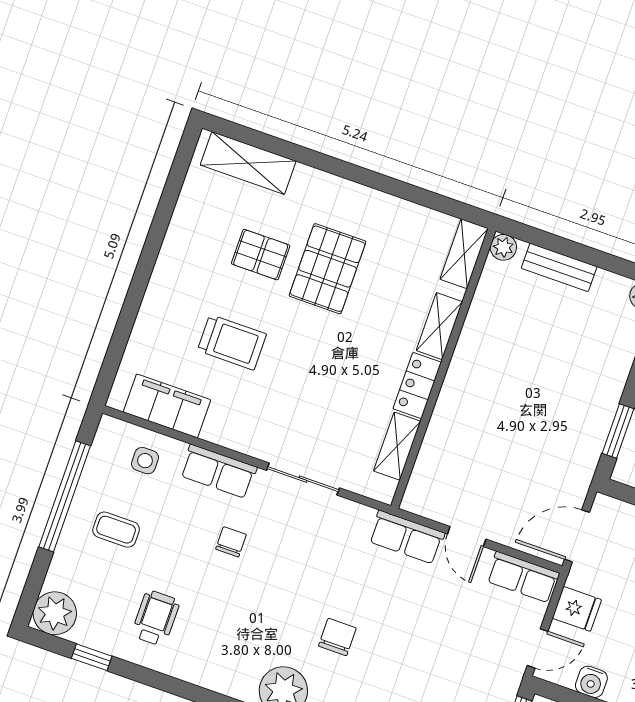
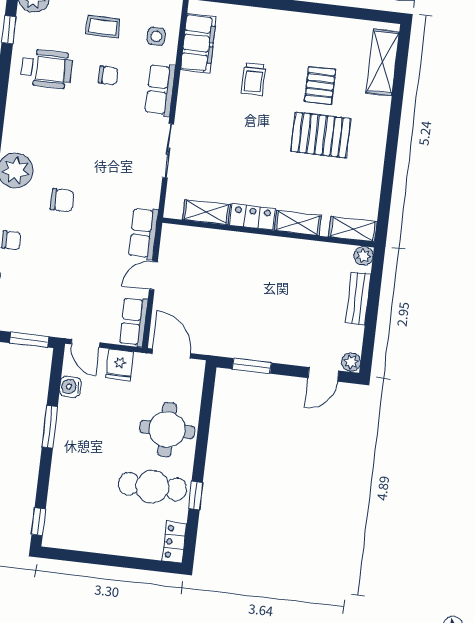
trolley: (232, 342) -> (254, 79), width x0.73, depth x0.72
coffee table: (116, 530) -> (103, 27), turned 90
chair: (231, 542) -> (108, 75), moved
wheelchair: (156, 618) -> (47, 69), width x1.36, depth x1.37

